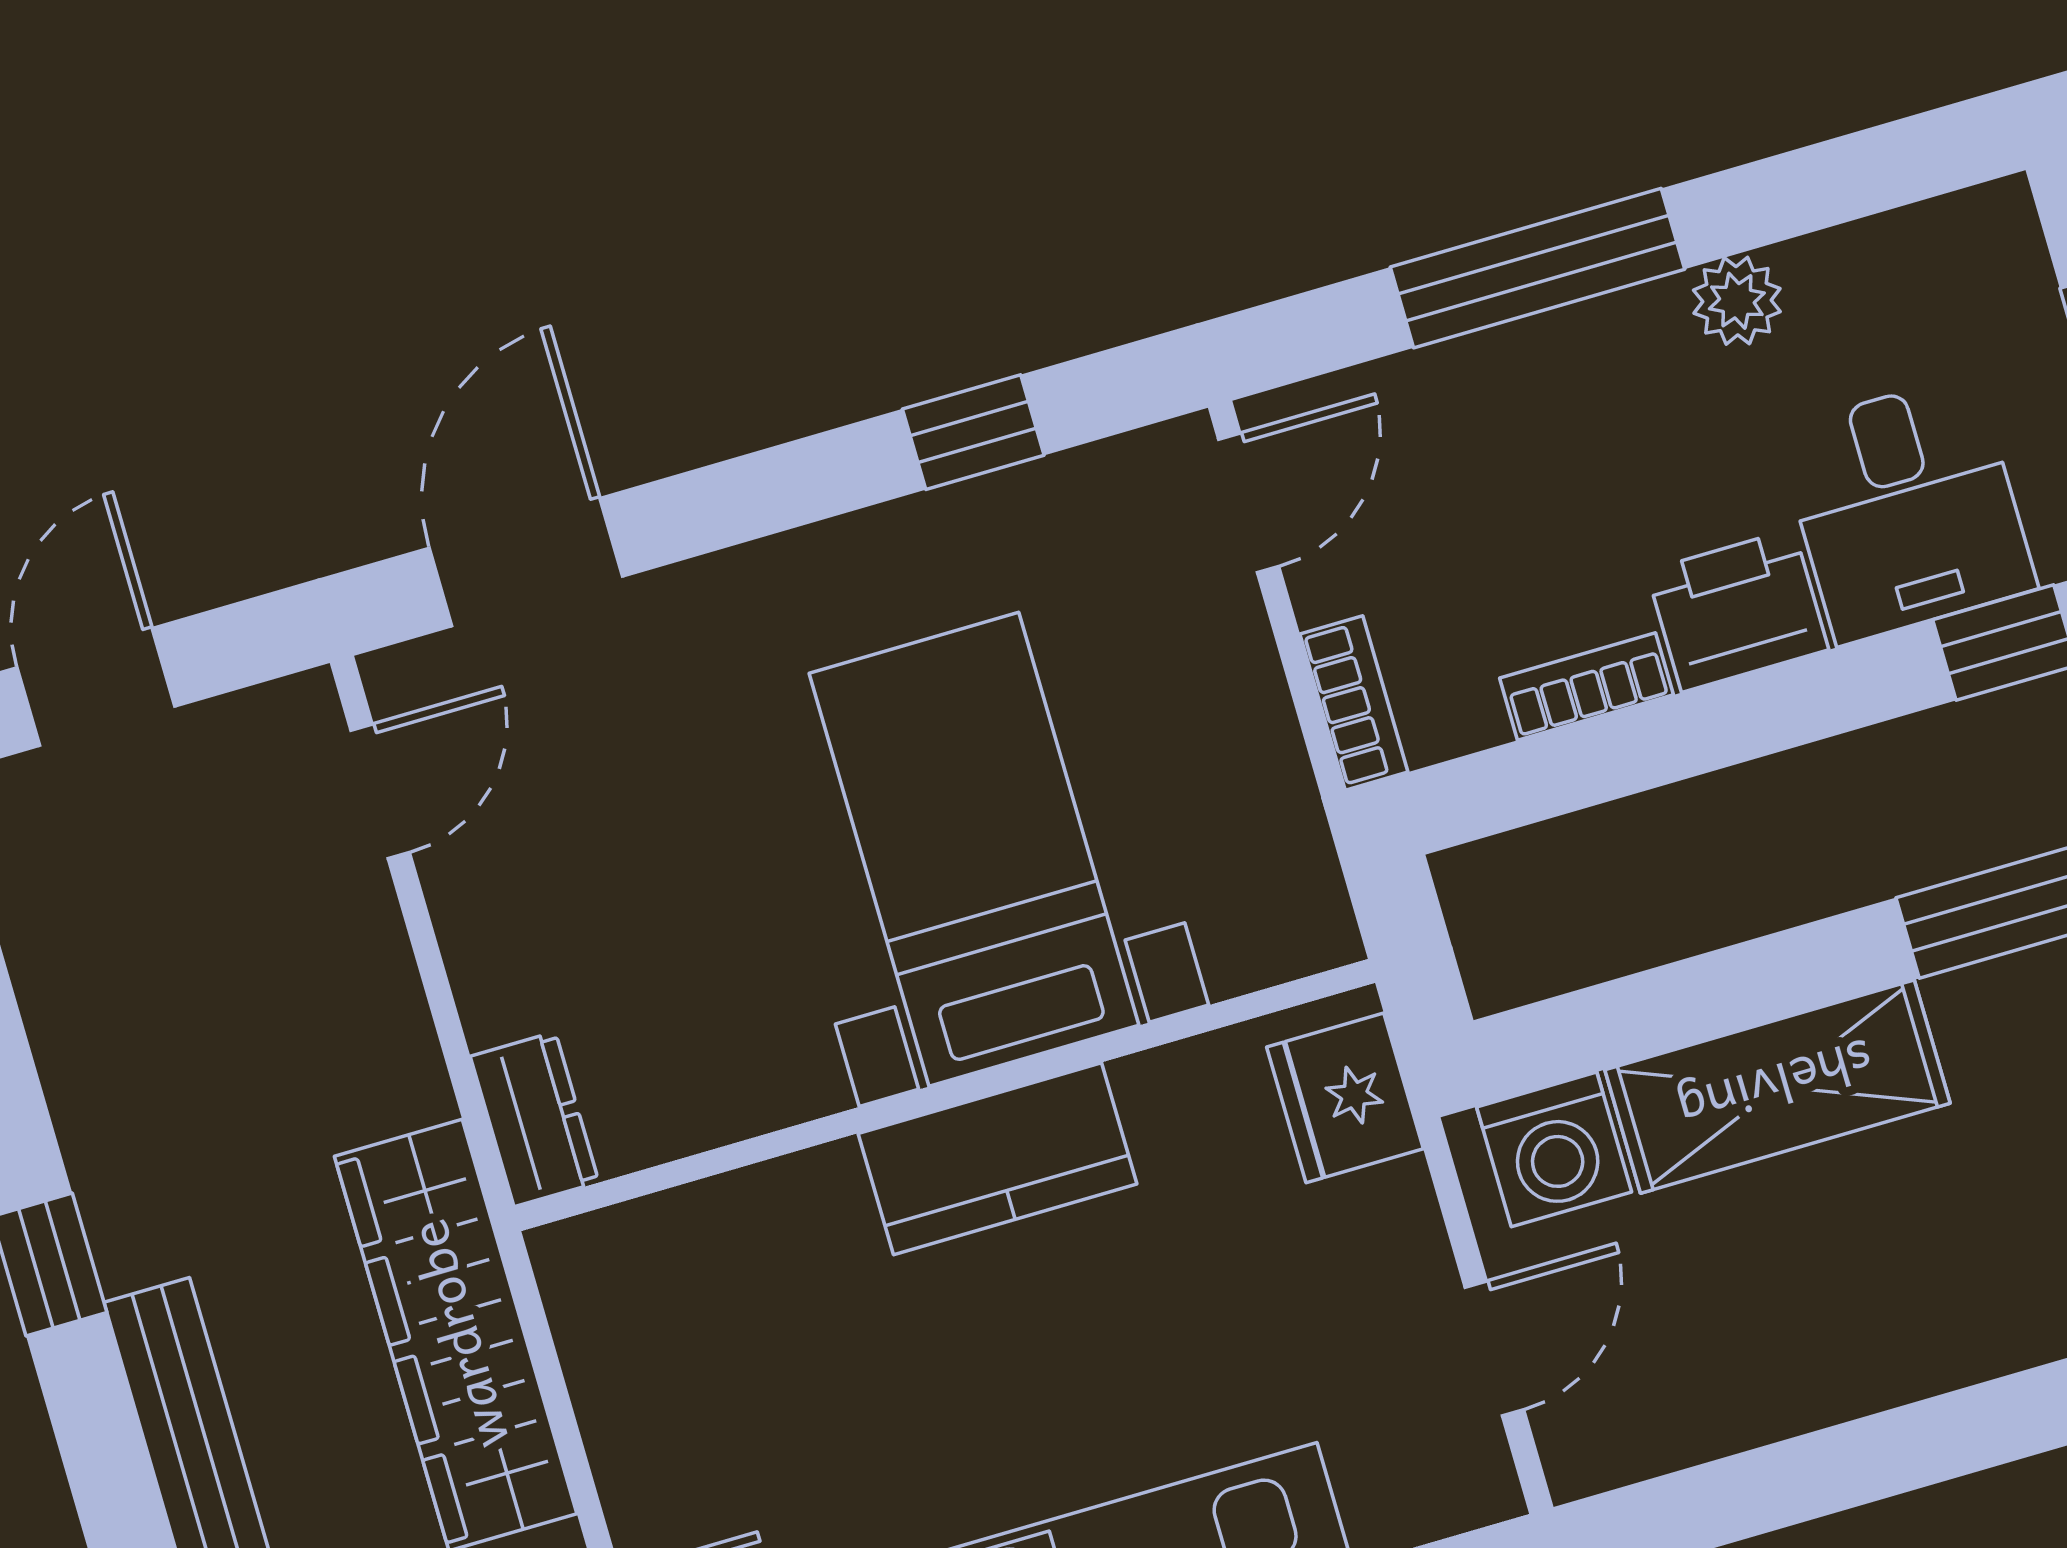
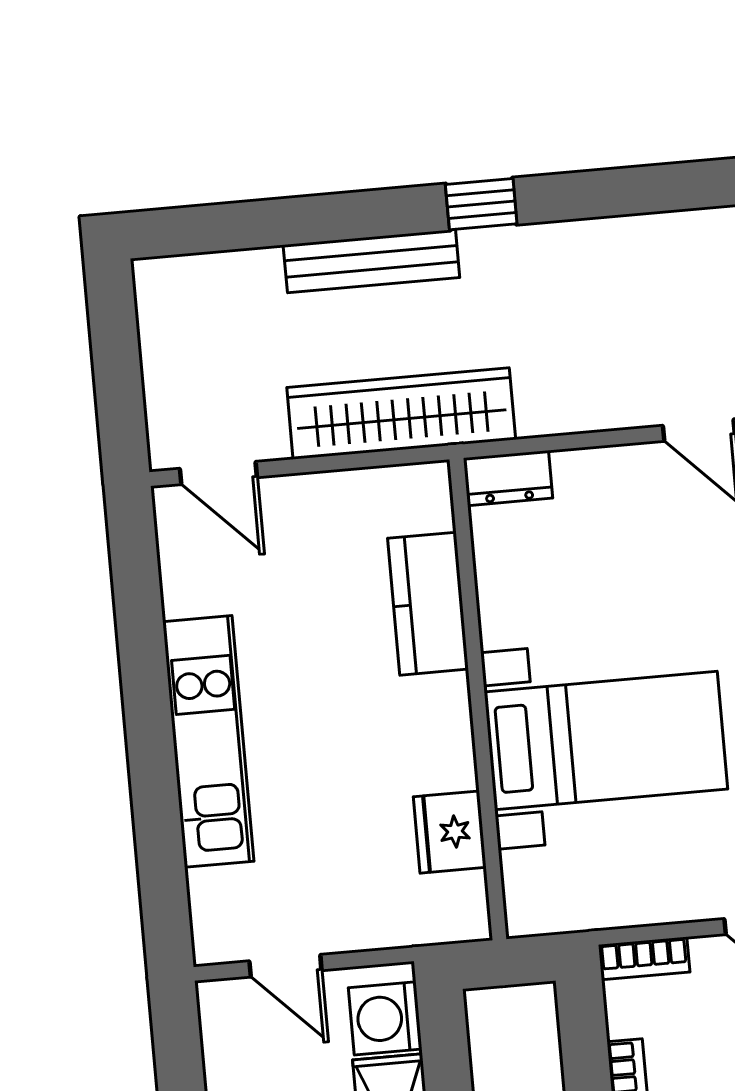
fridge: (1345, 1098) -> (450, 832), moved, turned -90
kitchen counter: (998, 1159) -> (428, 604), moved

